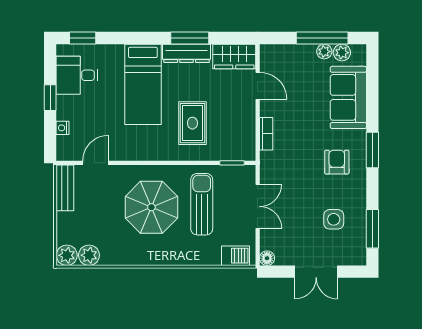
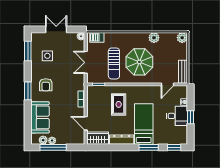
window: (190, 38) -> (149, 147), moved
desk: (77, 75) -> (177, 116), moved
plant: (89, 255) -> (154, 38), moved

